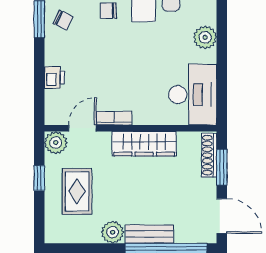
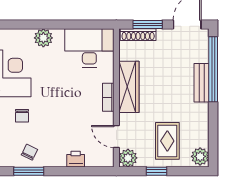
bookcase: (114, 118) -> (108, 97), moved
rug: (77, 191) -> (167, 141), turned 90
plant: (113, 232) -> (200, 156), moved

